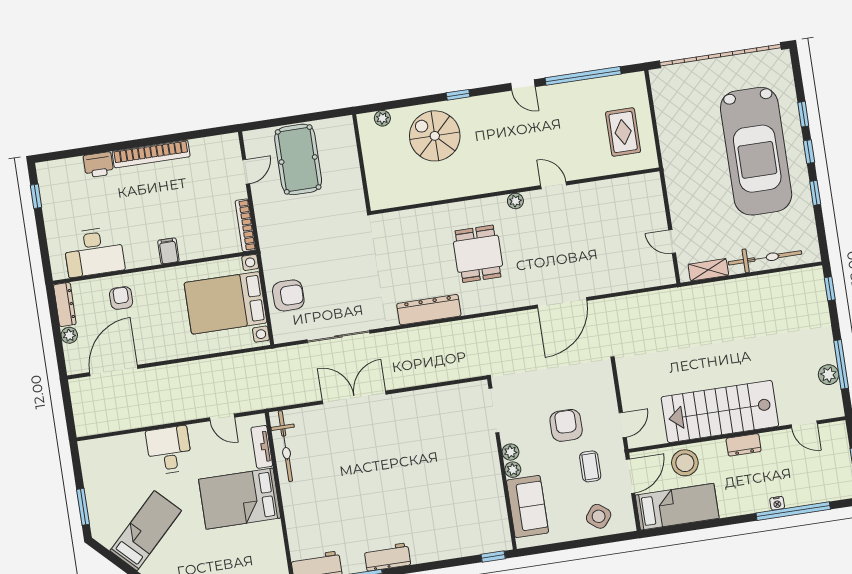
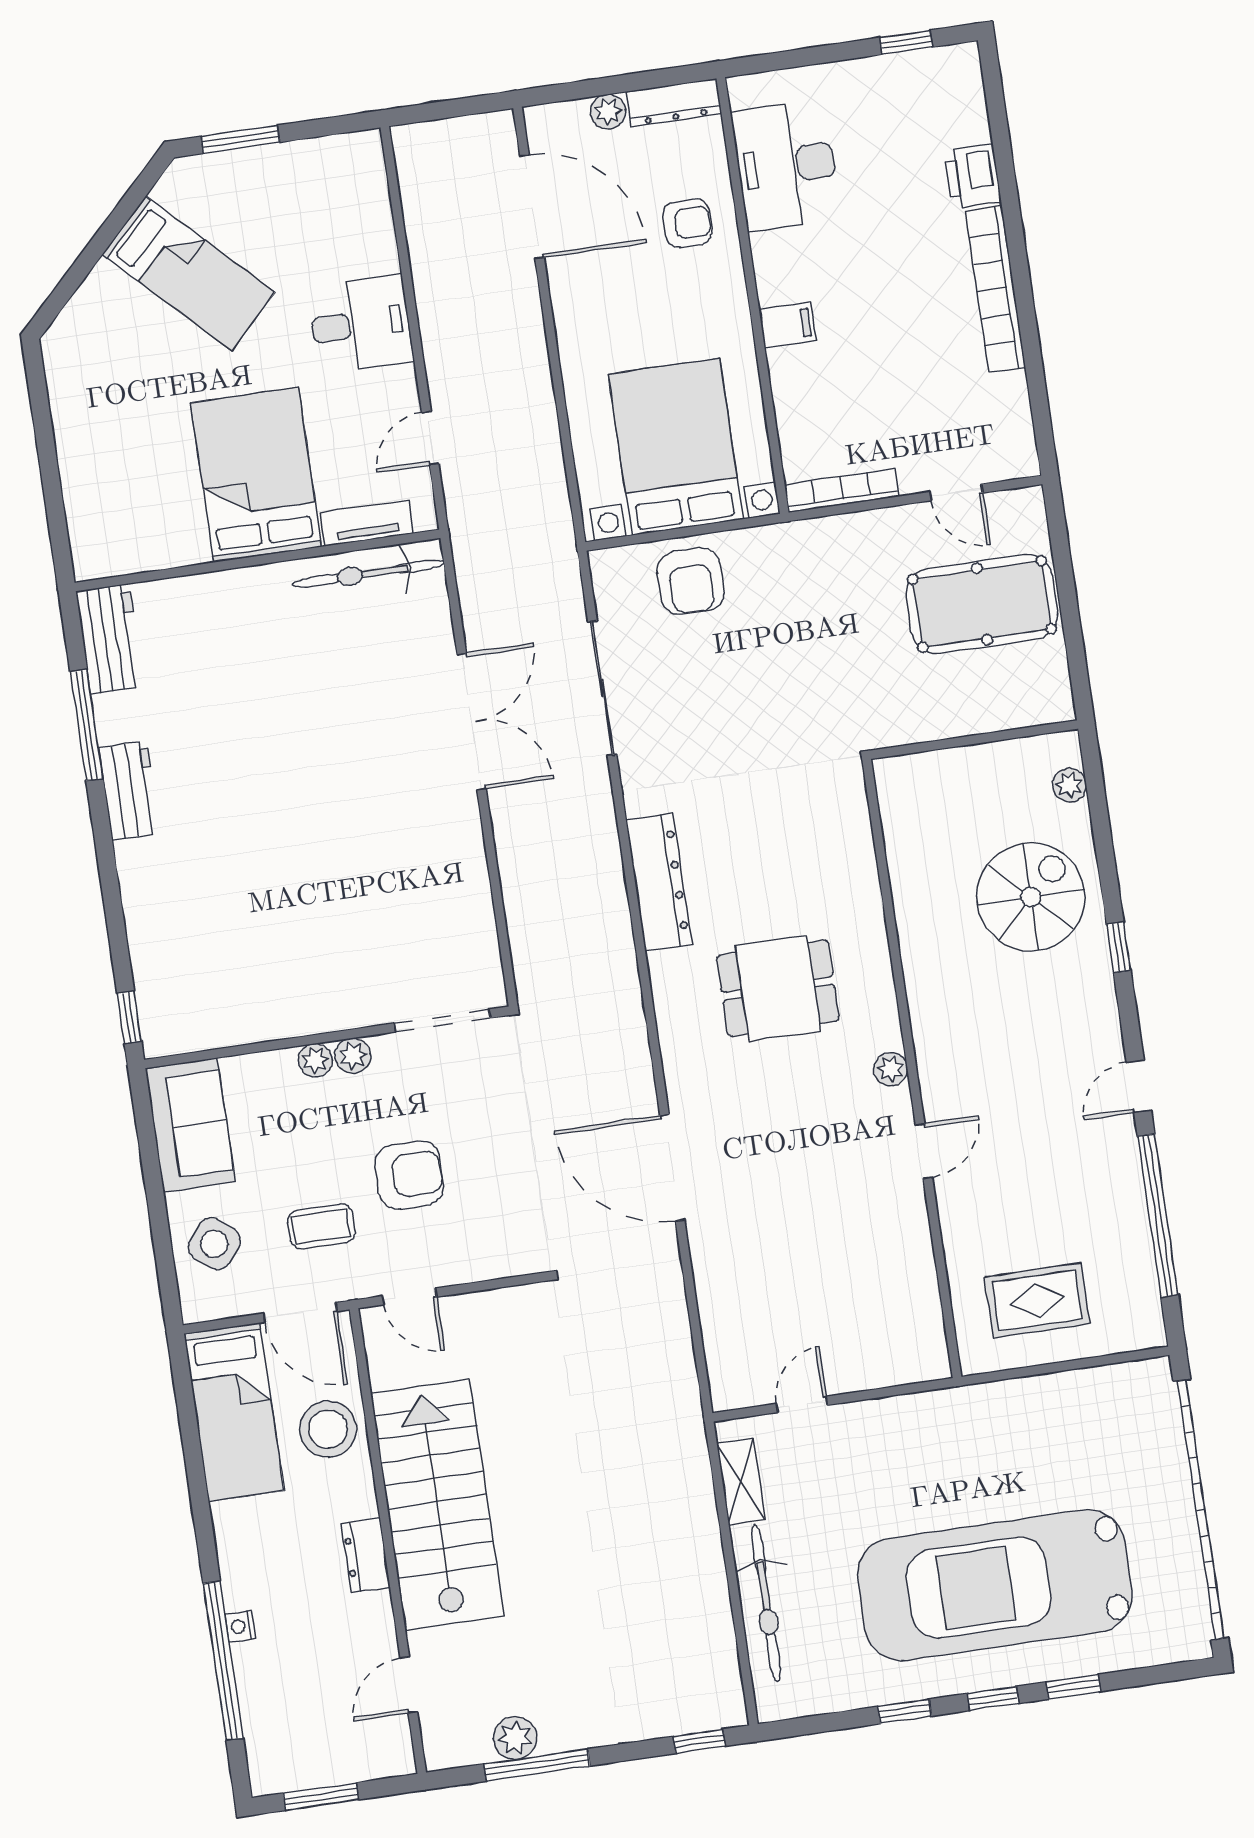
sofa: (528, 507) -> (190, 1125), moved, turned -90

